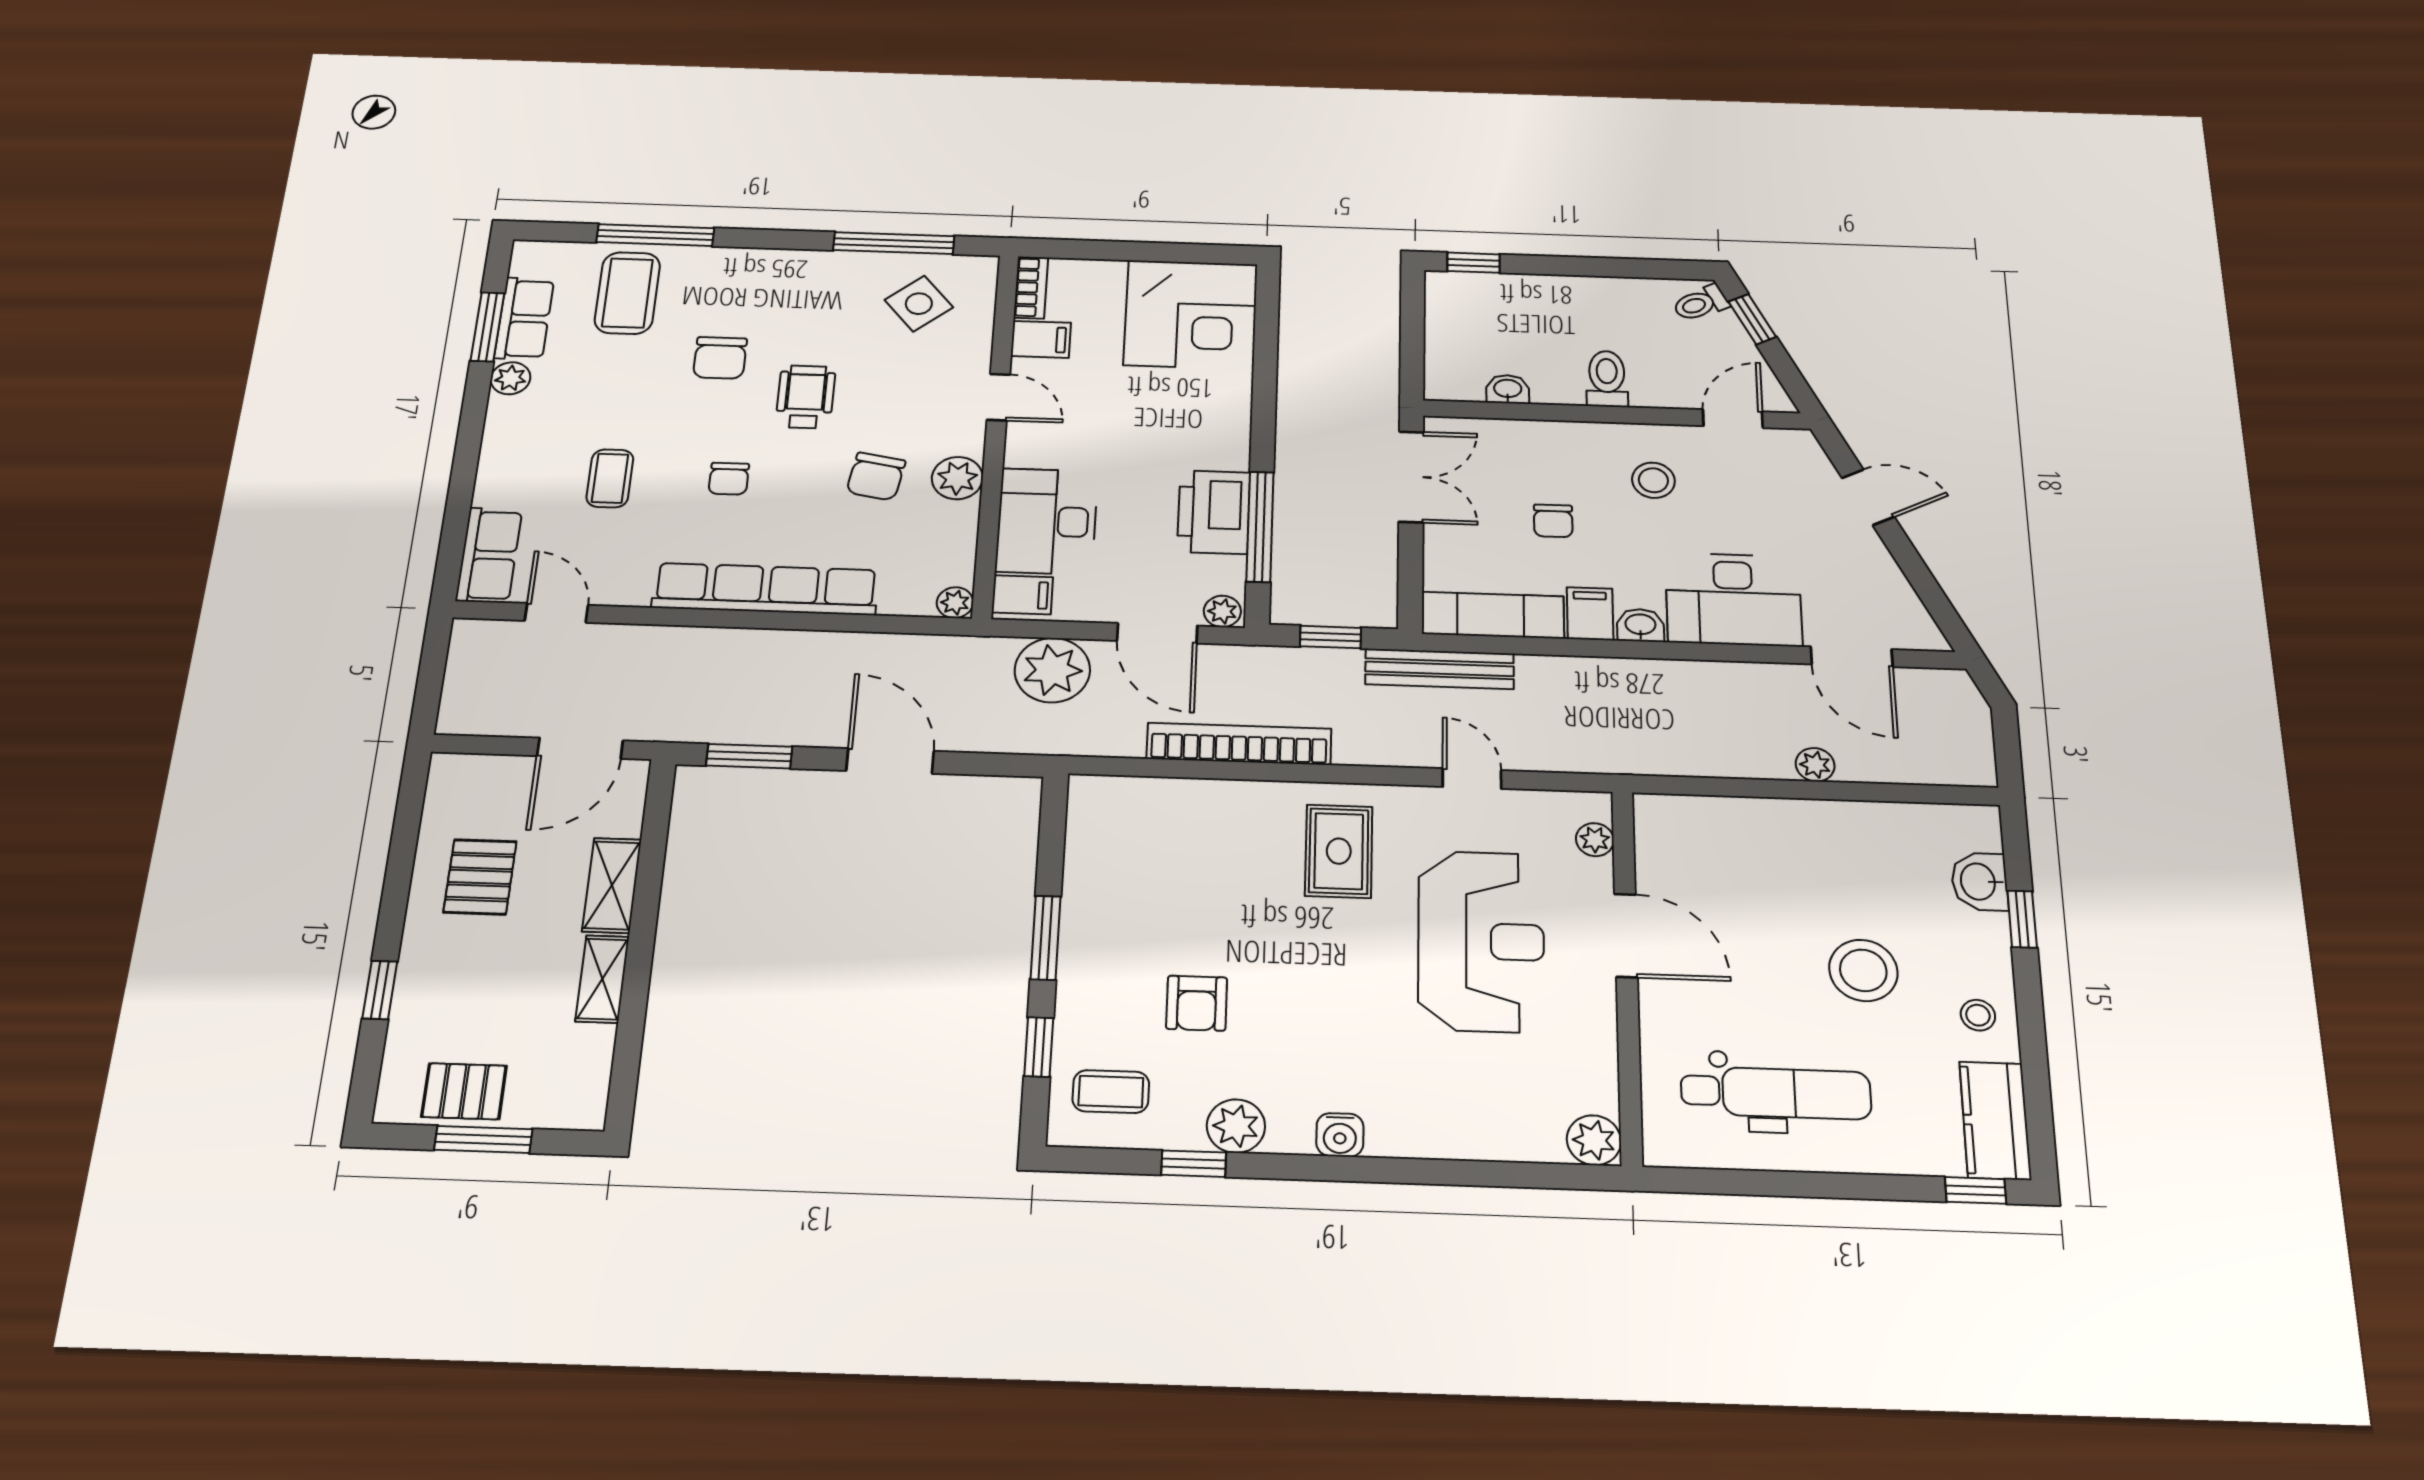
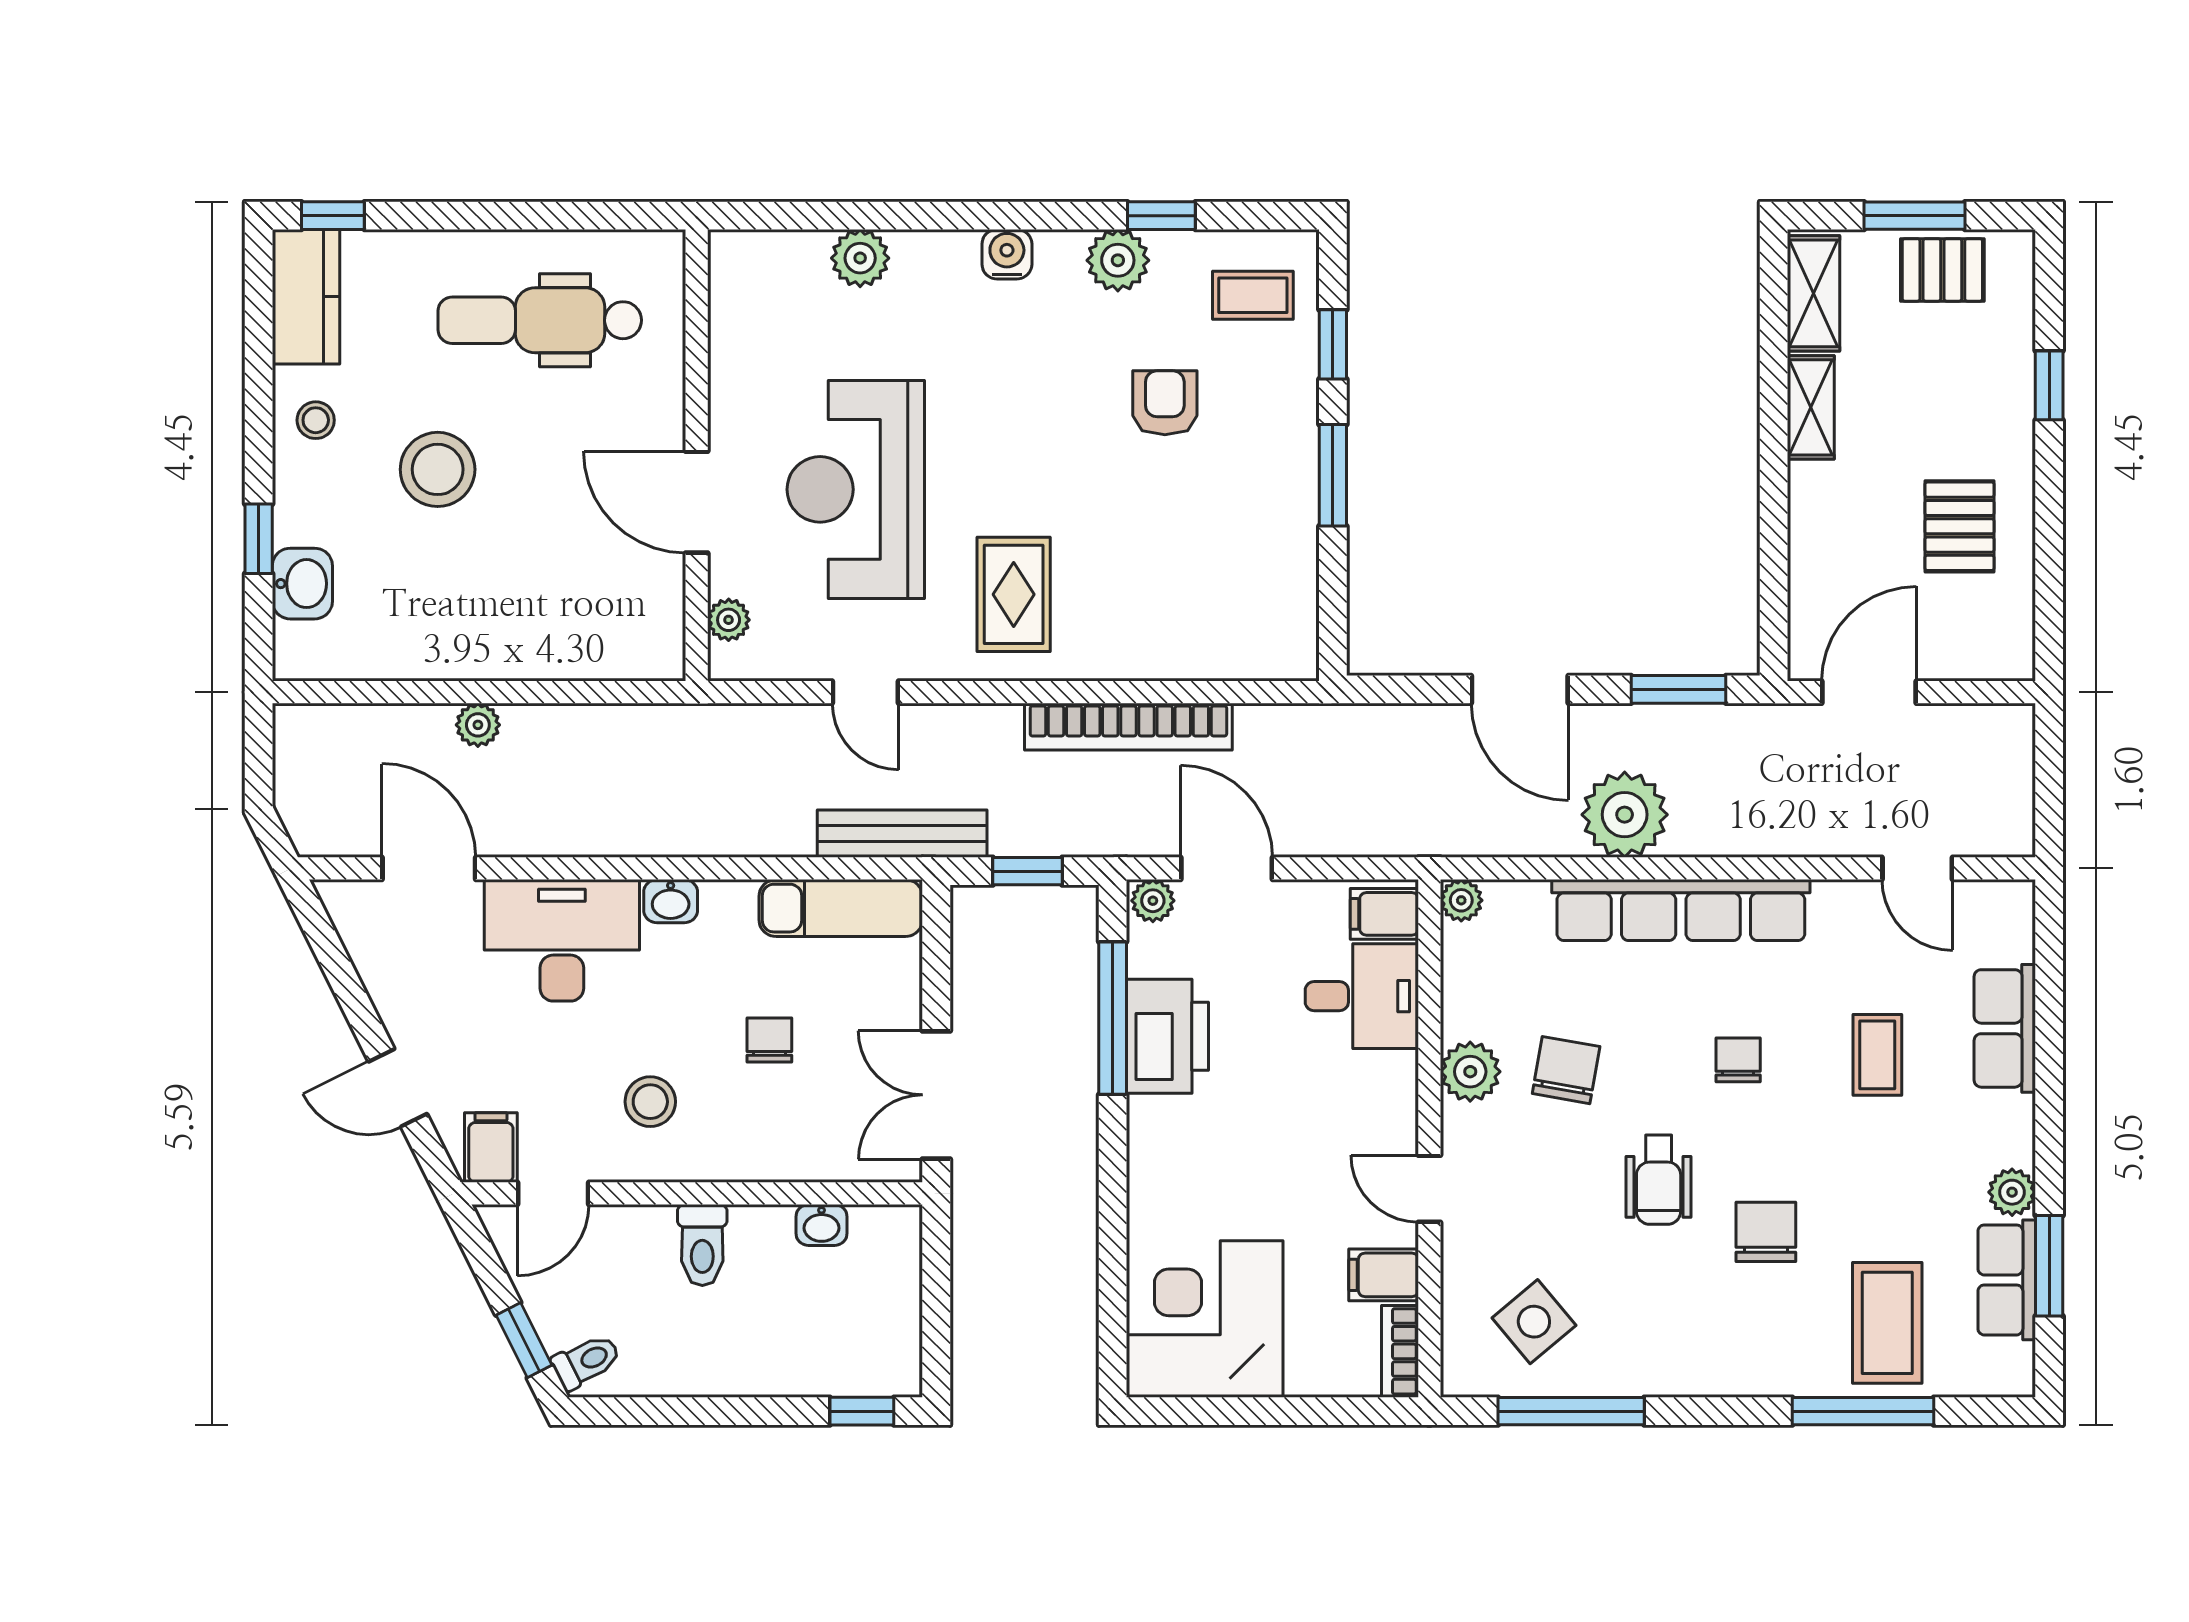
desk: (1047, 521) -> (1362, 996), width x0.73
row of seats: (489, 555) -> (2005, 1028), moved
filing cabinet: (1590, 614) -> (491, 1148), moved, turned 180
plant: (1052, 670) -> (1625, 815), moved
shelving: (612, 885) -> (1813, 293), moved
plant: (1594, 1140) -> (860, 258), moved

